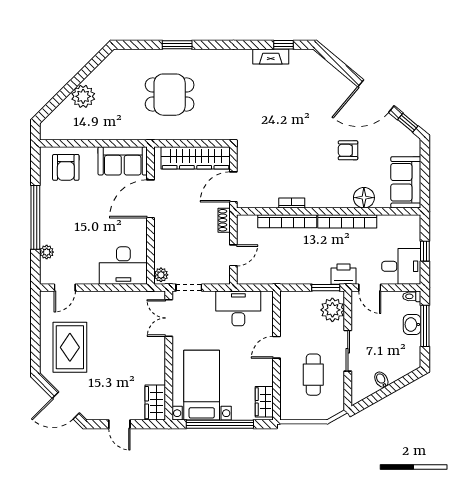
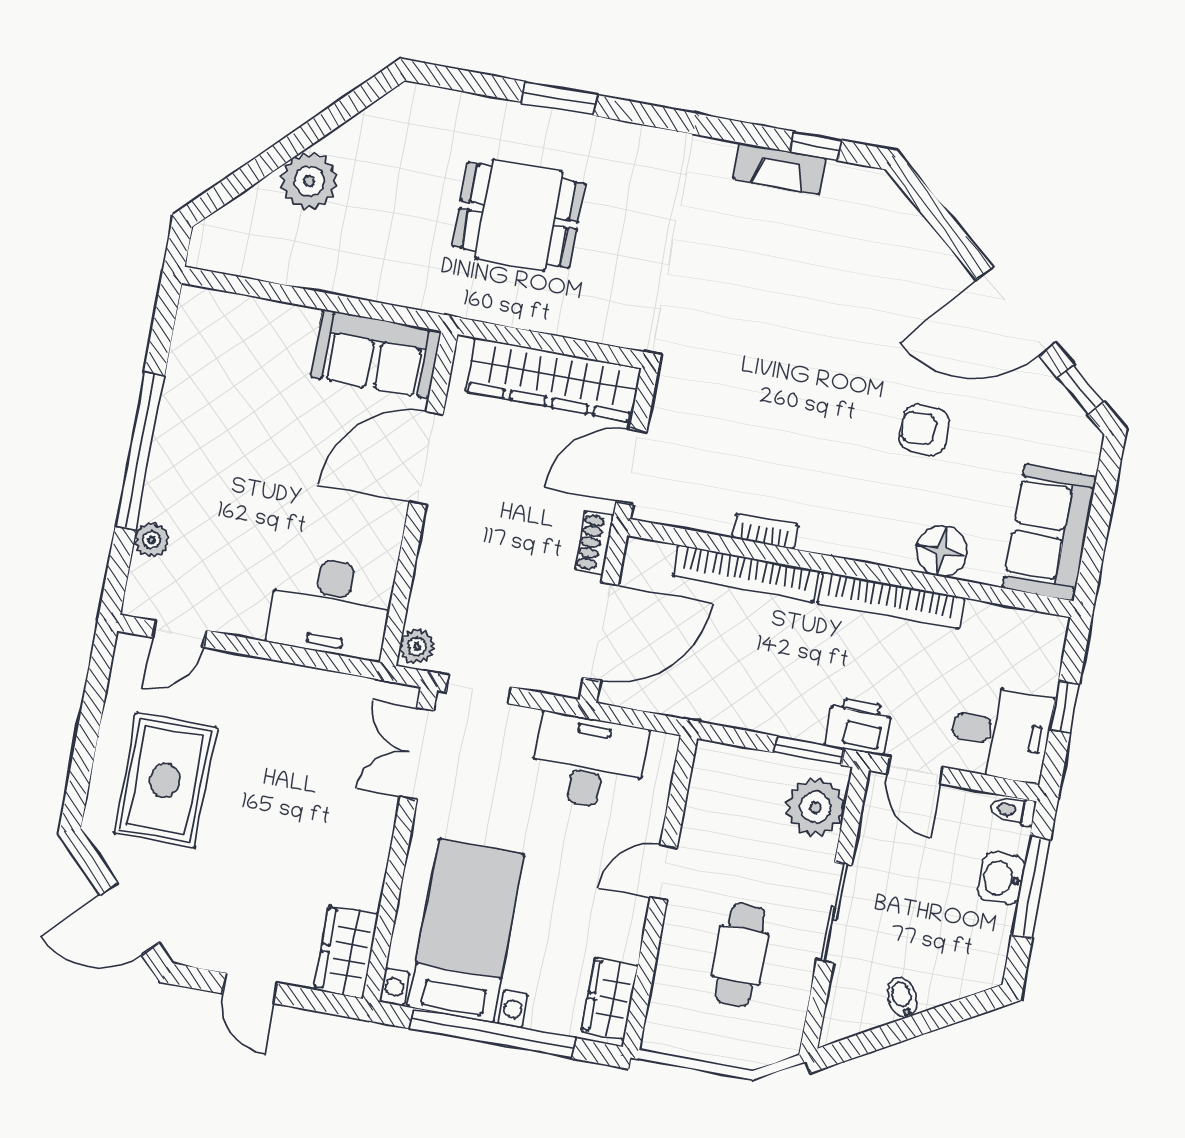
armchair: (66, 167) -> (236, 344), removed
door: (233, 255) -> (601, 632), width x1.87

